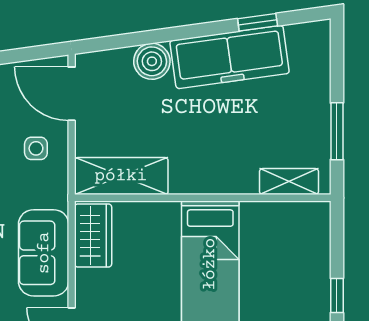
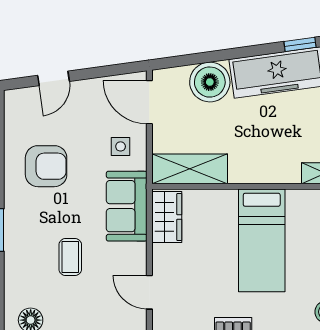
boiler: (152, 61) -> (210, 82), width x1.37, depth x1.37
sofa: (44, 253) -> (127, 206), moved

